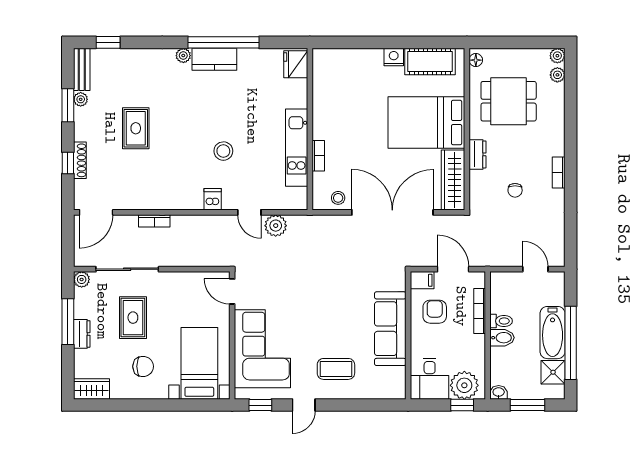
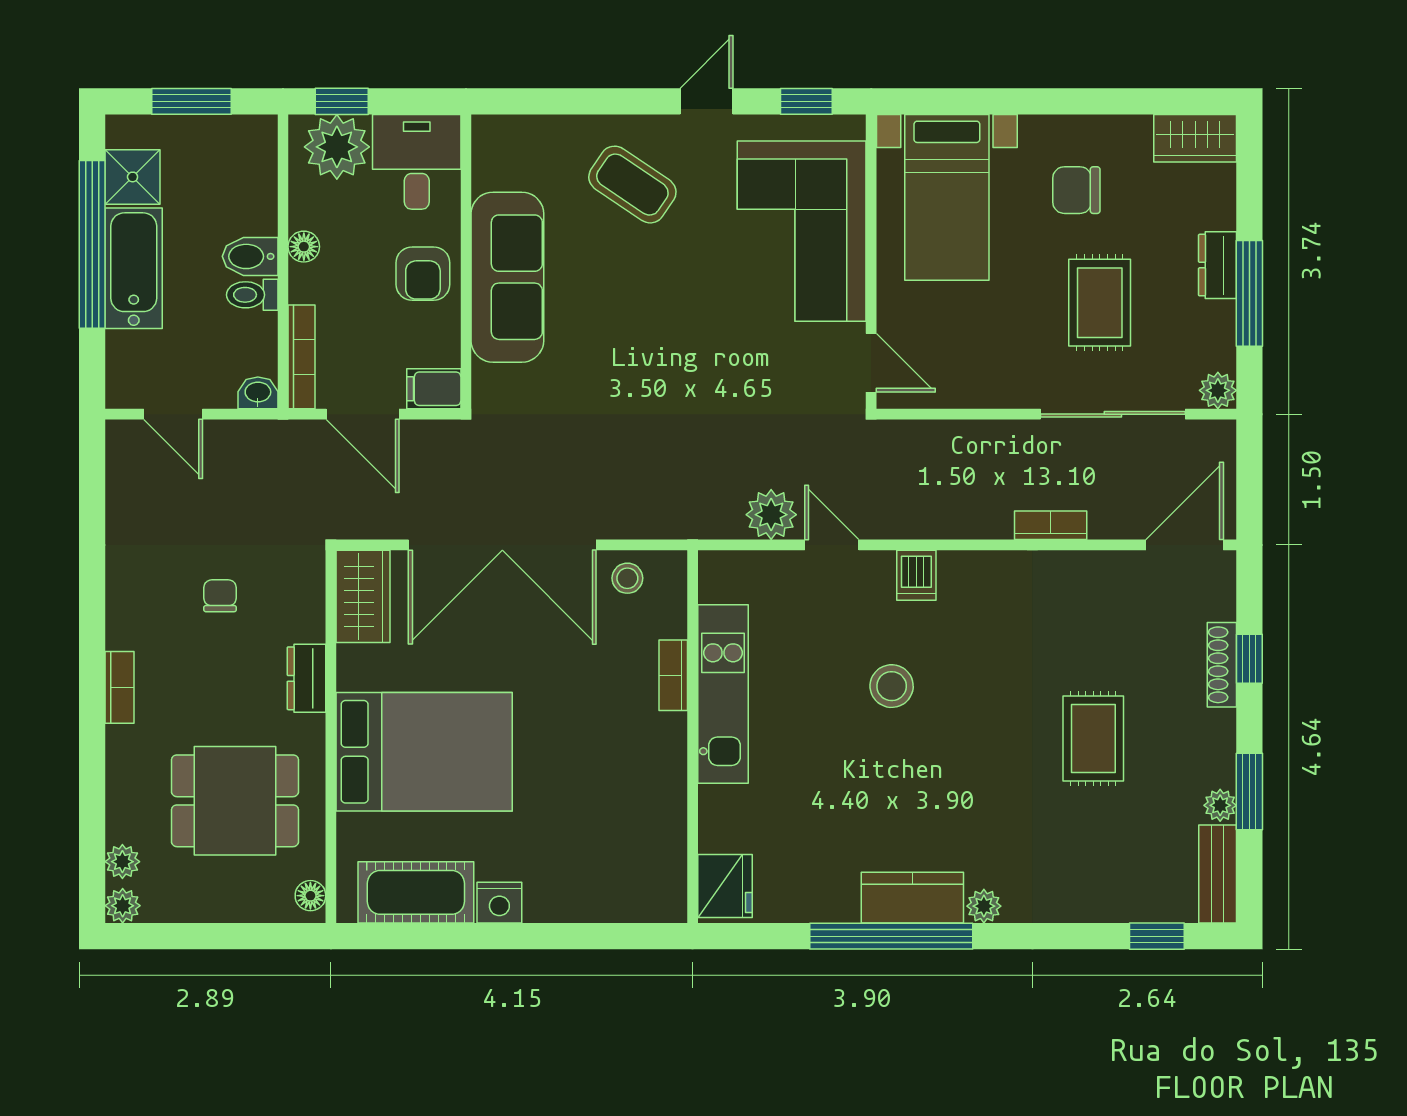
bookcase: (559, 173) -> (120, 687), moved
wardrobe: (453, 180) -> (363, 596), width x0.67
bookcase: (480, 311) -> (302, 357), moved
armchair: (435, 312) -> (423, 274), moved
floor lamp: (479, 342) -> (304, 247), added
coffee table: (336, 369) -> (632, 185), turned 34
washbasin: (499, 392) -> (258, 393), moved, turned 180

